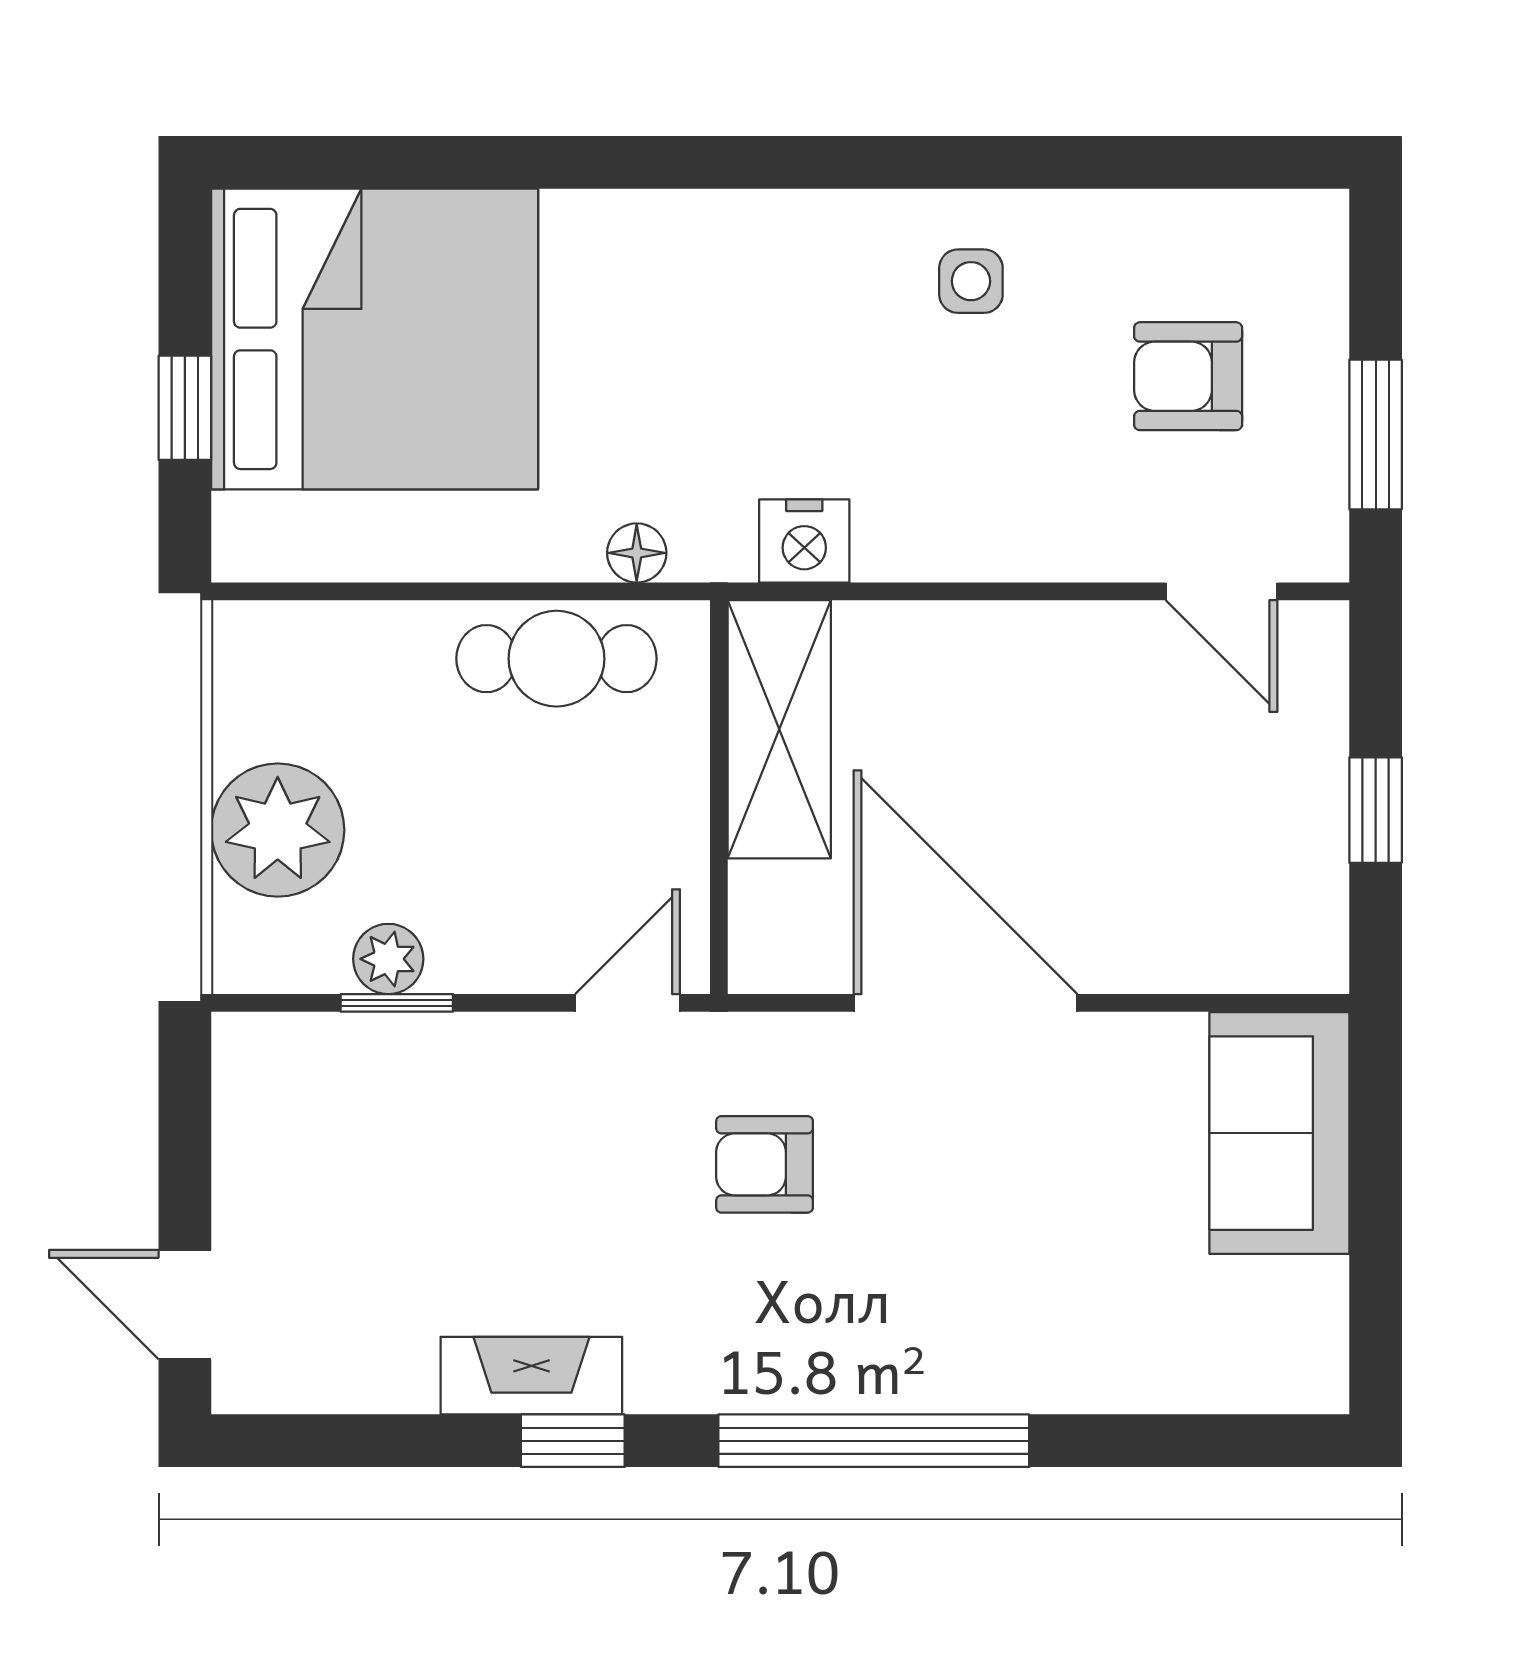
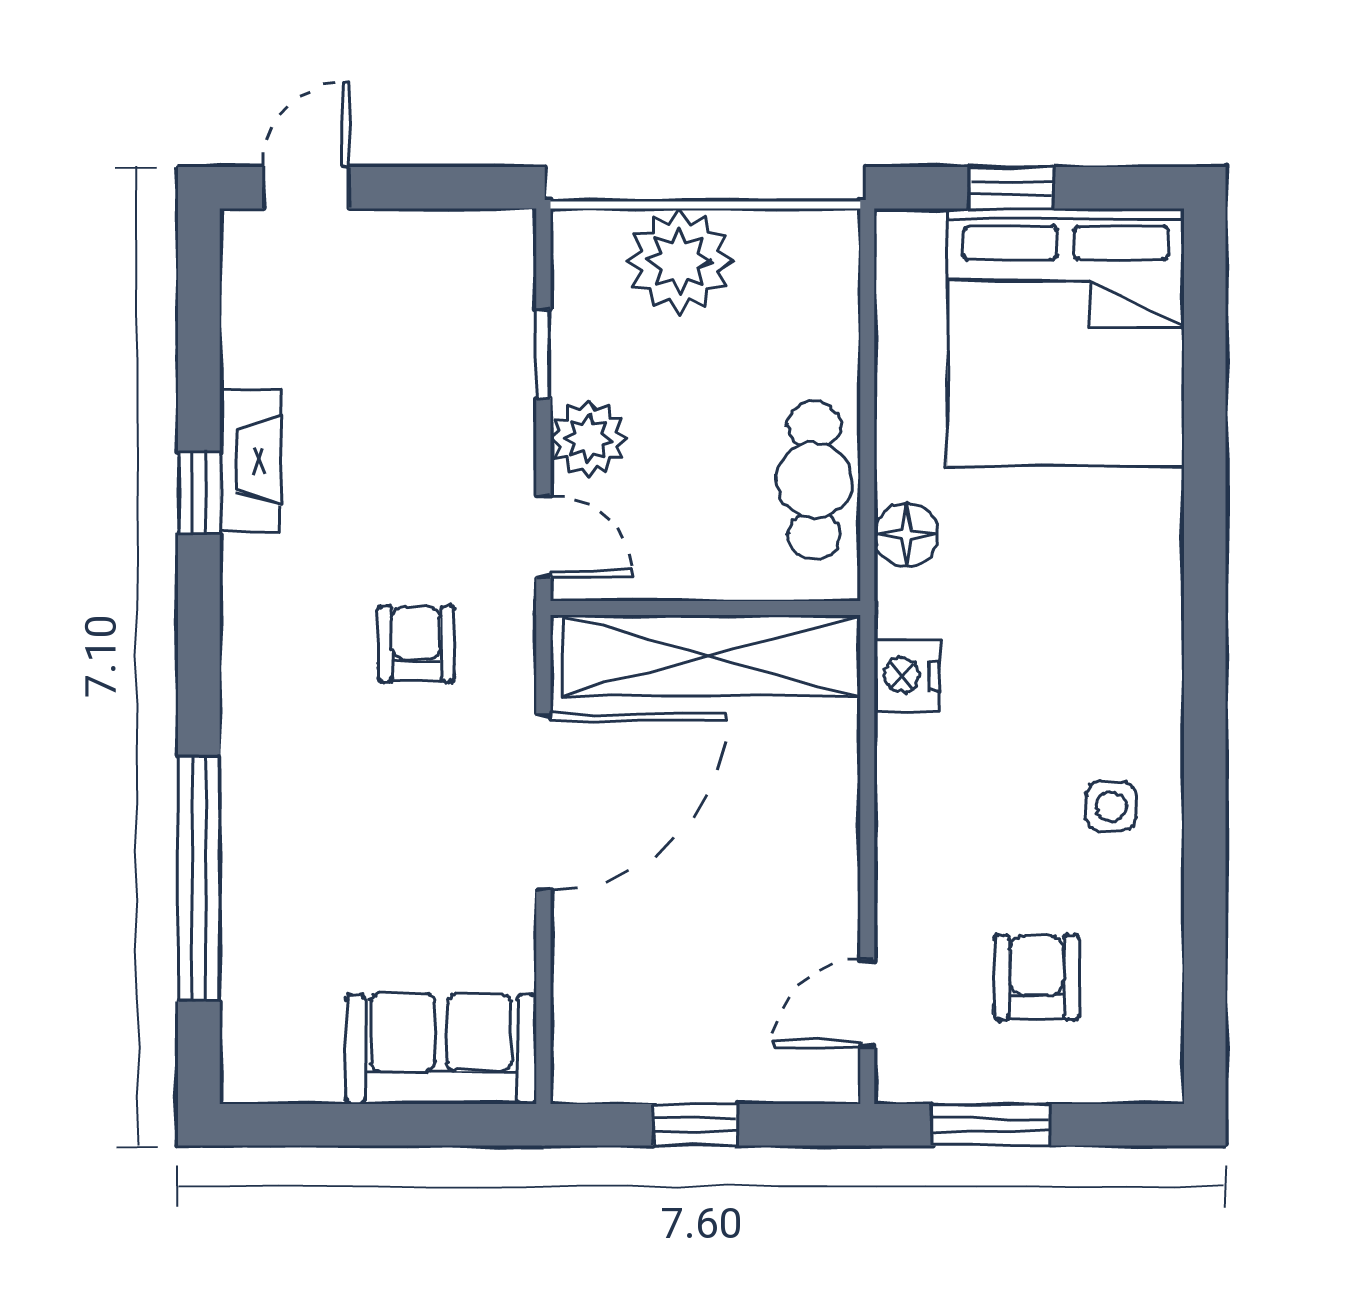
floor lamp: (637, 553) -> (906, 535), width x1.37, depth x1.37
shelving: (779, 729) -> (711, 656), width x1.47
plant: (388, 959) -> (588, 439), moved, width x1.38, depth x1.38
window: (874, 1441) -> (199, 878), moved

